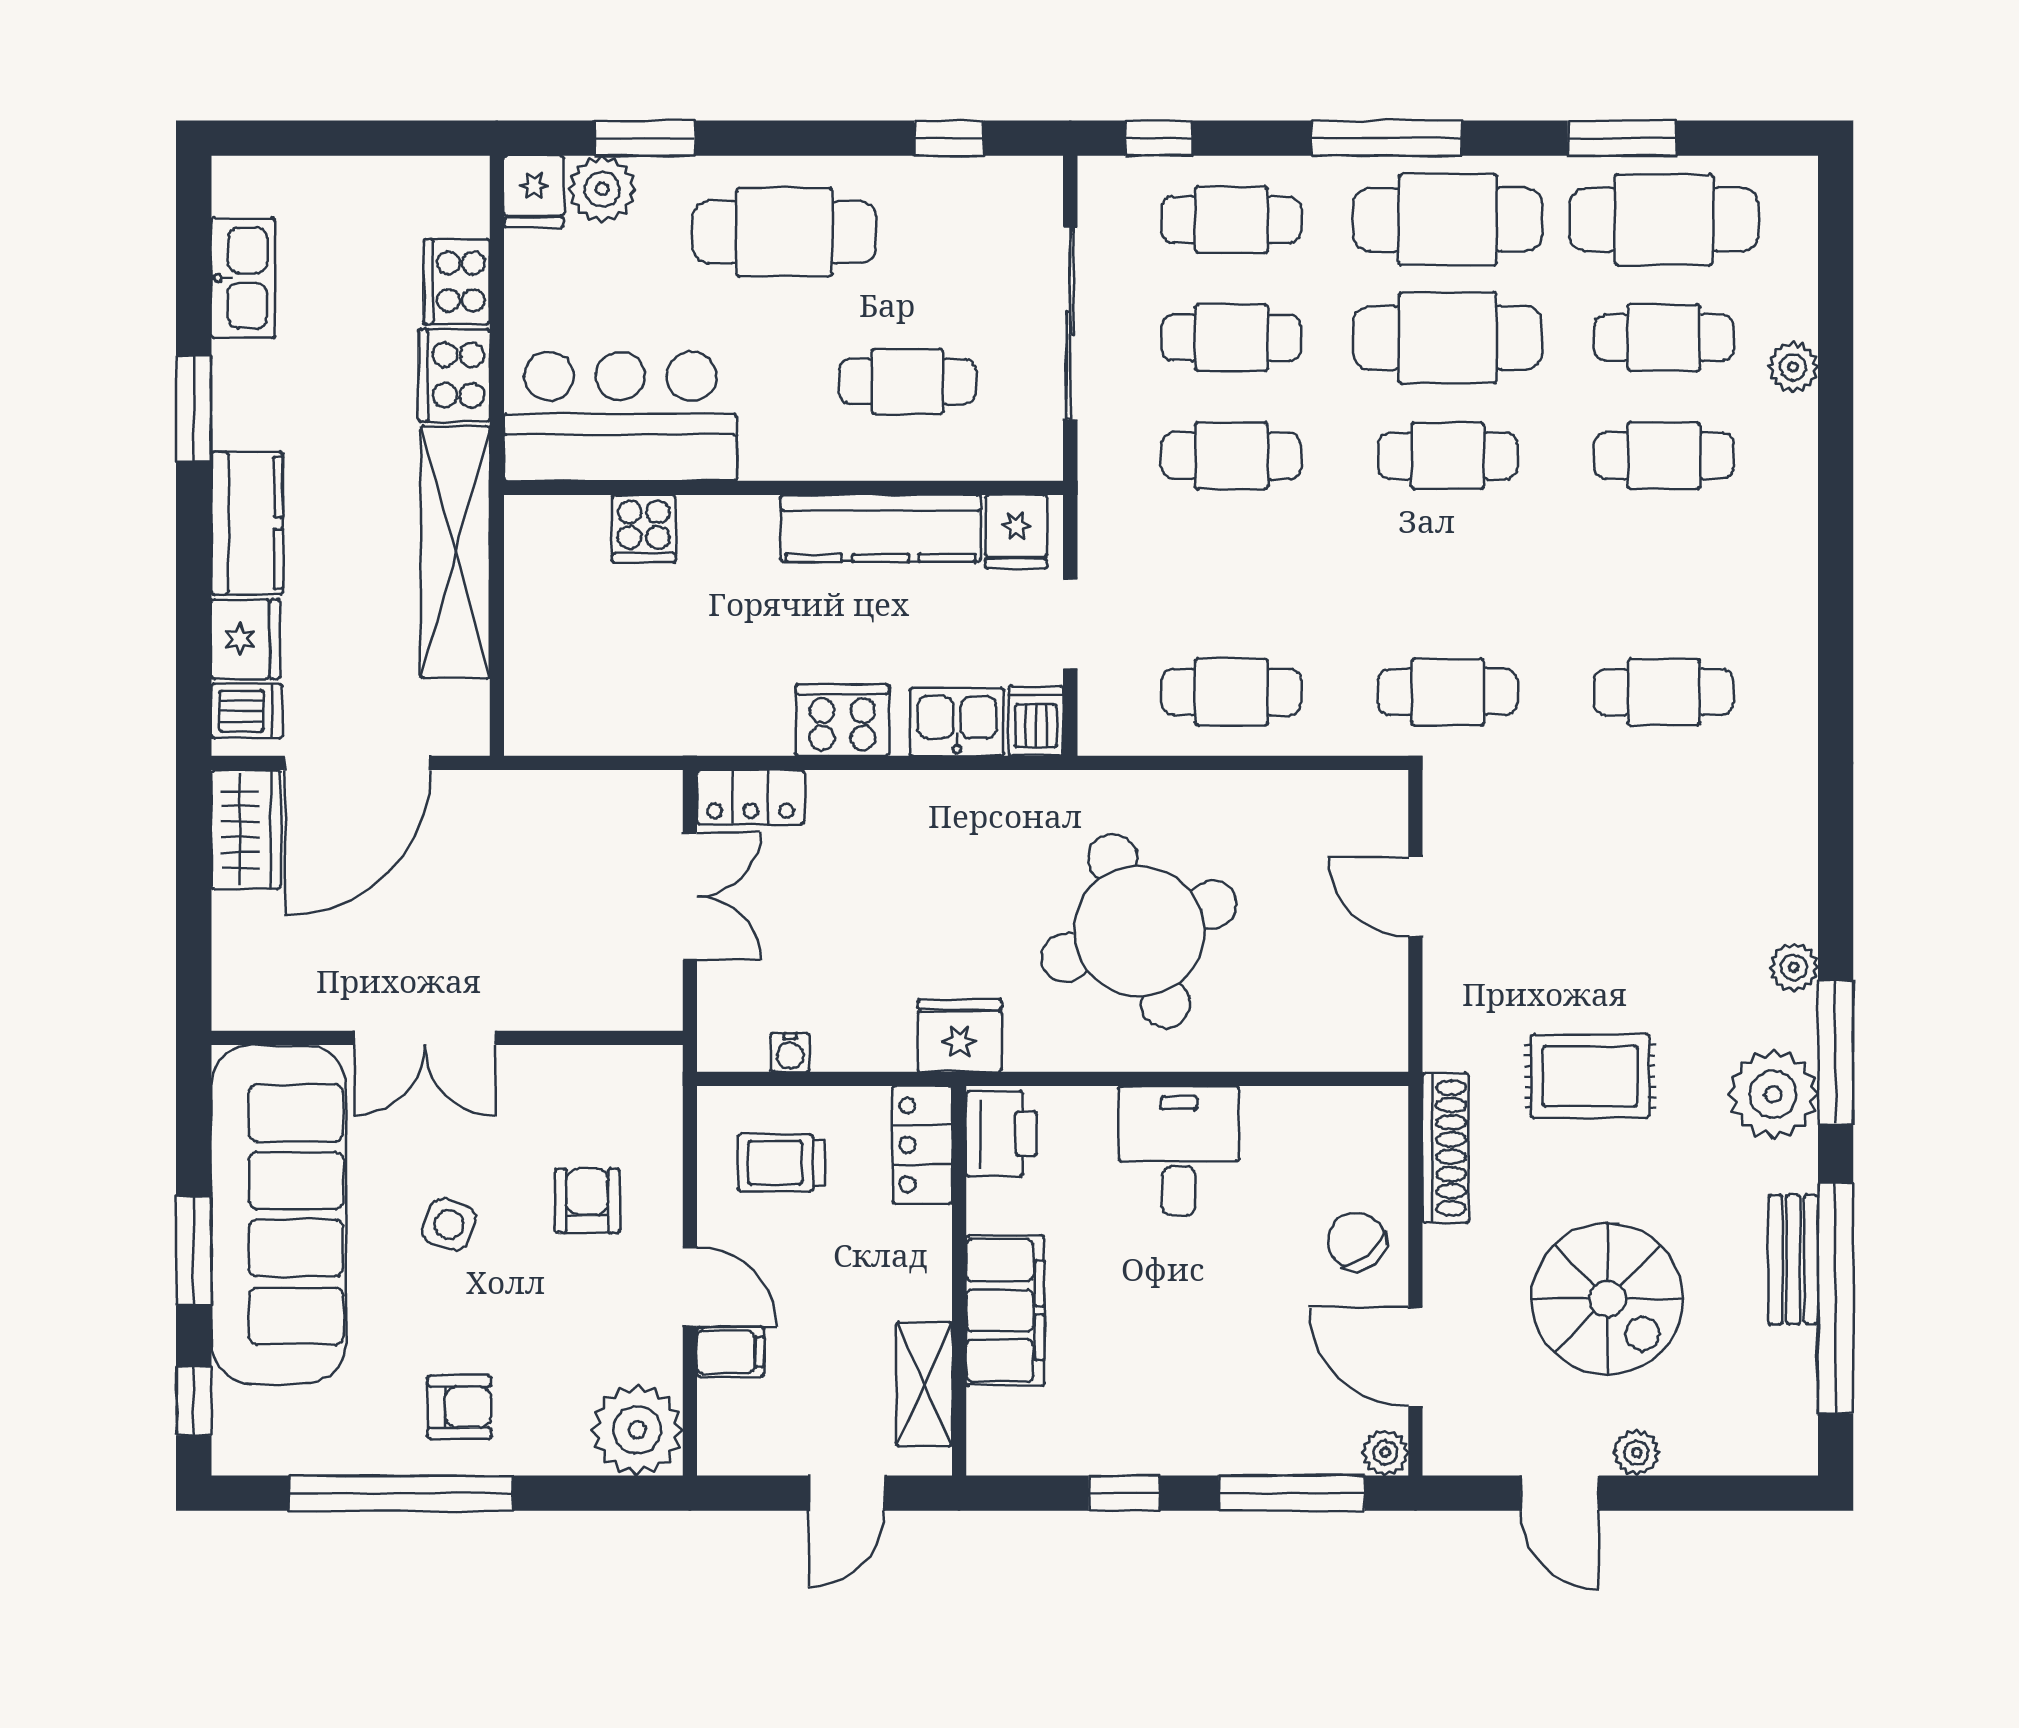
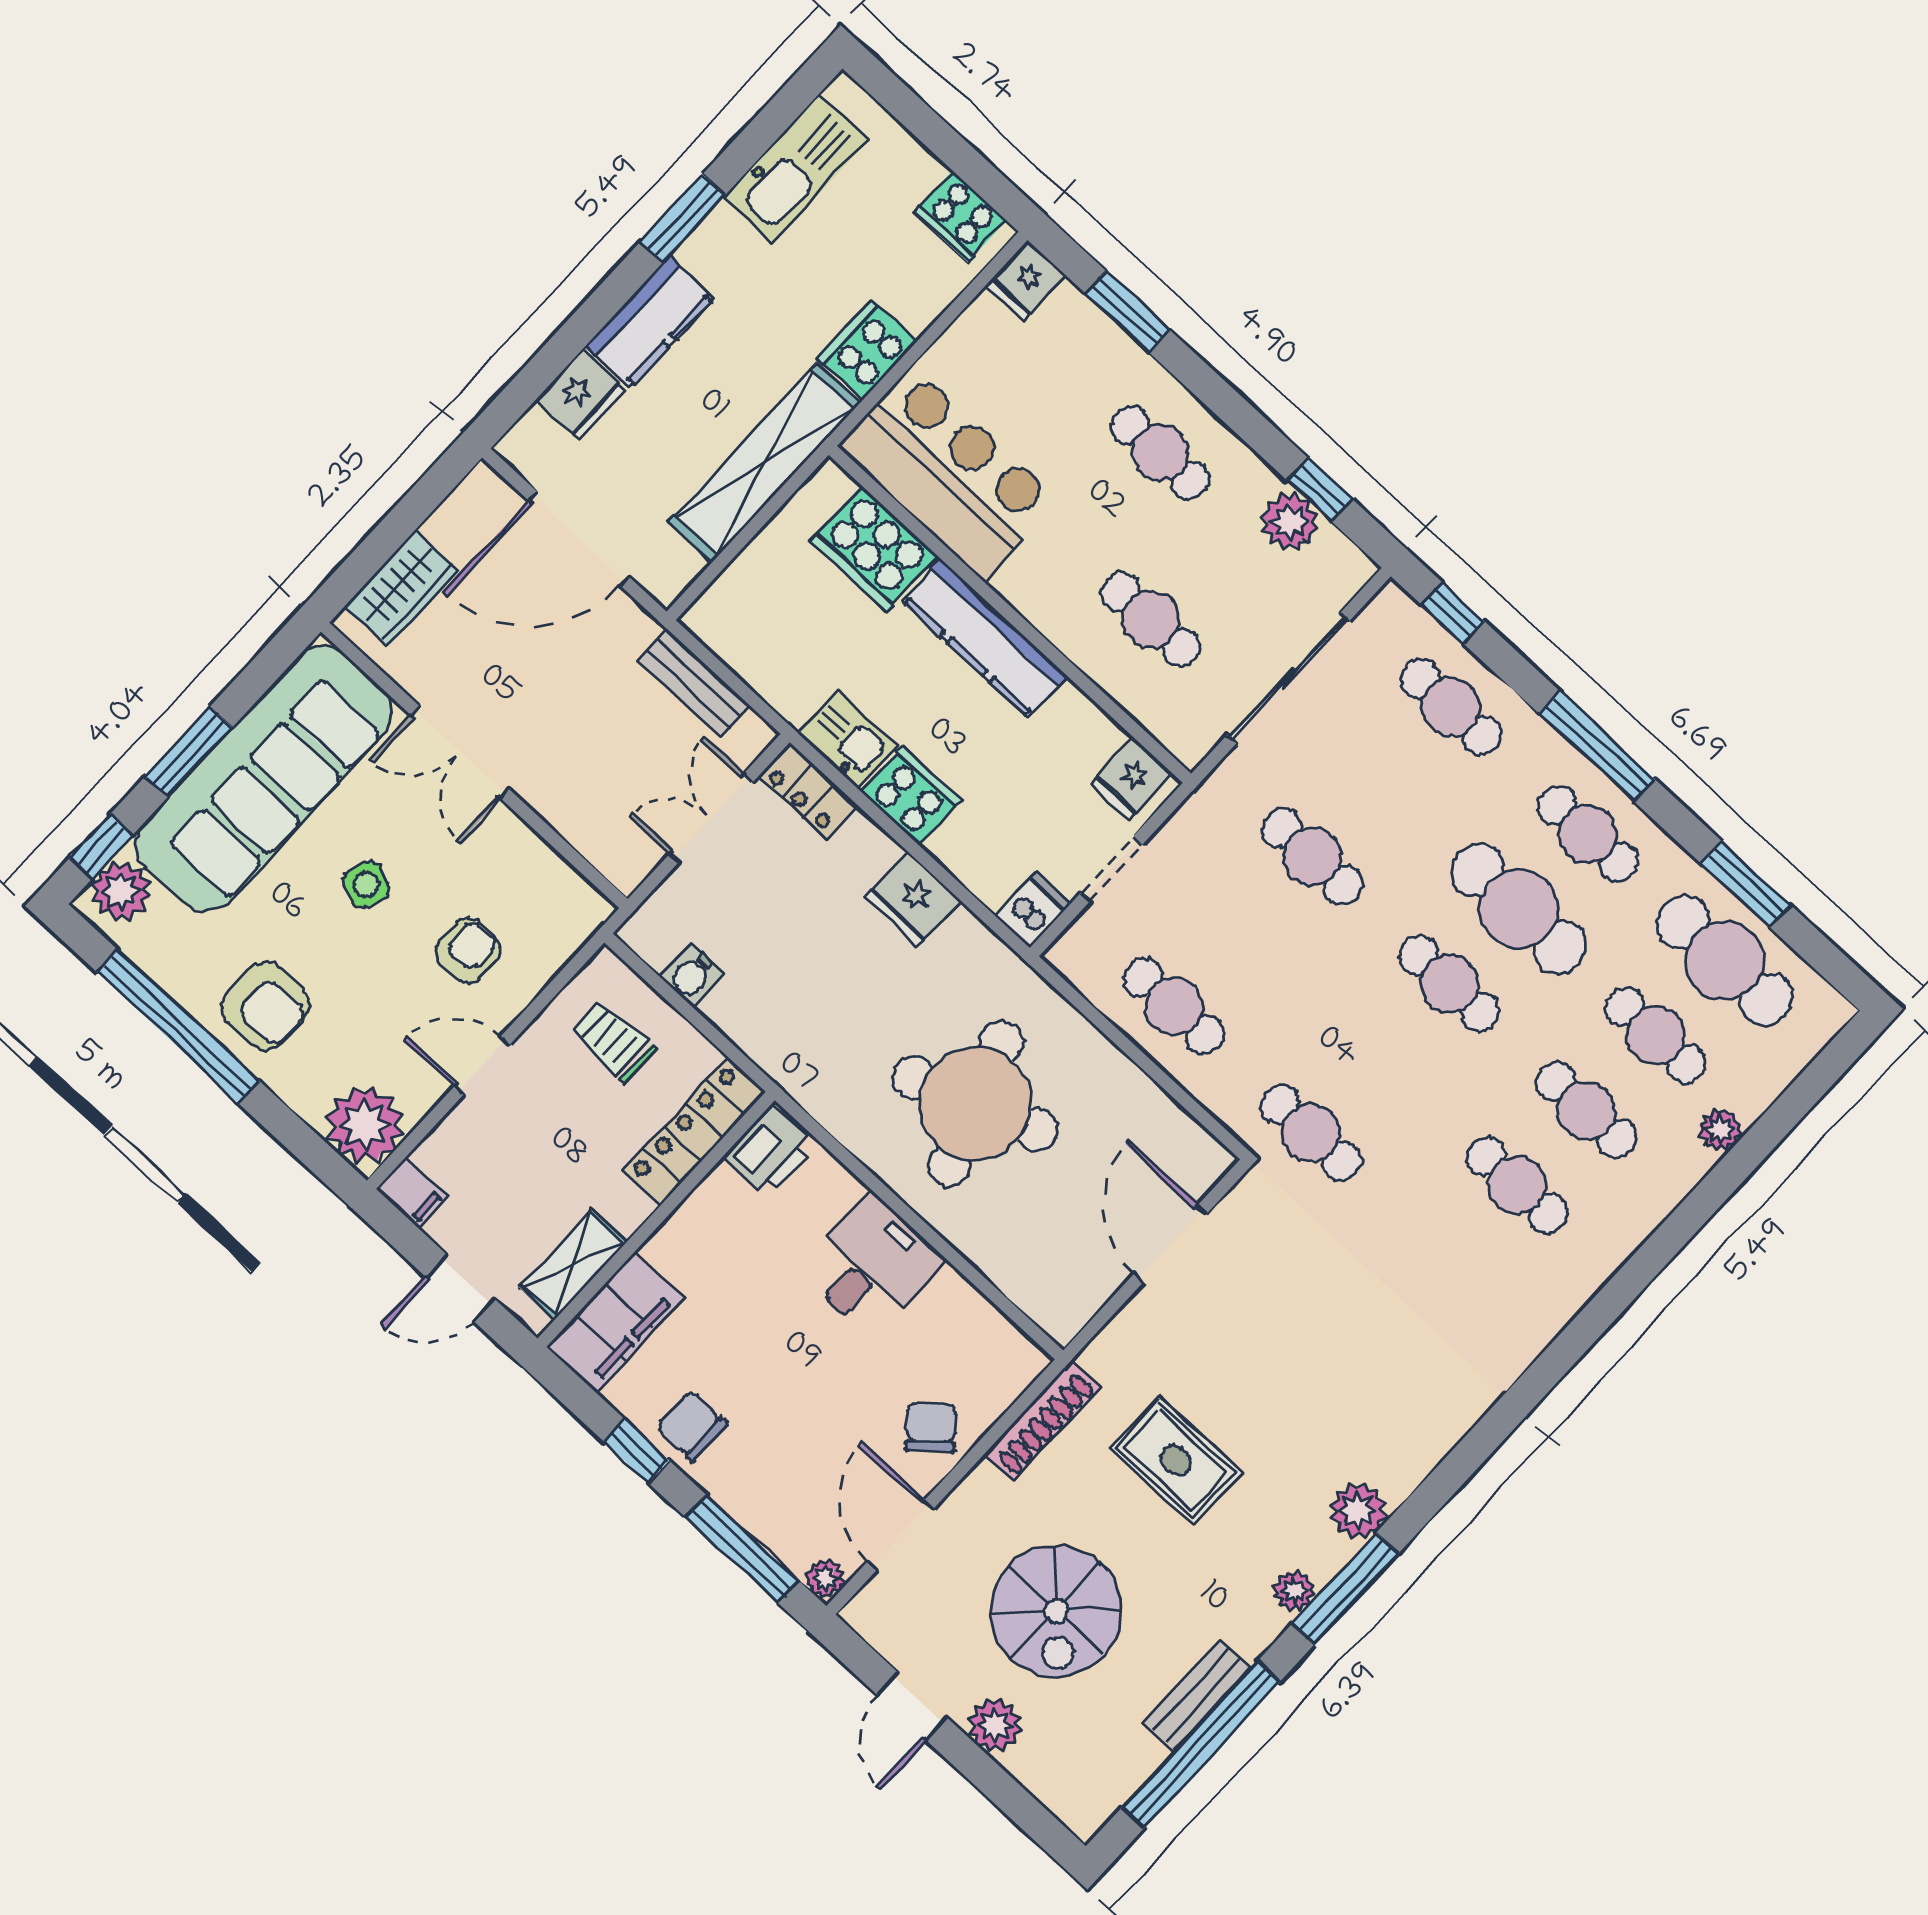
plant: (602, 189) -> (1289, 522), moved
cafe table: (1448, 220) -> (1588, 834), width x0.73, depth x0.74
cafe table: (784, 232) -> (1160, 453), width x0.73, depth x0.74
kitchen sink: (243, 278) -> (796, 169), width x1.36, depth x1.24
cooker: (457, 282) -> (960, 216), moved, turned -90
cafe table: (1231, 338) -> (1382, 782), removed
kitchen counter: (881, 528) -> (984, 638), moved
cooker: (644, 529) -> (874, 548), width x1.87, depth x1.31
cafe table: (1664, 692) -> (1517, 1185), moved
dishwasher: (247, 711) -> (539, 441), removed
kitchen sink: (957, 722) -> (848, 739), moved
bench: (569, 795) -> (694, 683), added
wardrobe: (246, 829) -> (402, 588), moved
double door: (690, 896) -> (711, 818), swing flipped
door: (1415, 897) -> (1170, 1244), width x1.38
plant: (1794, 967) -> (1358, 1511), width x1.38, depth x1.38
fridge: (960, 1036) -> (913, 899), moved, turned 180
water cooler: (790, 1053) -> (692, 975), width x1.38, depth x1.38
plant: (1773, 1094) -> (1294, 1591), width x0.53, depth x0.53
locker: (922, 1145) -> (694, 1131), width x1.53
door: (690, 1287) -> (482, 1065), swing flipped
filing cabinet: (1005, 1310) -> (615, 1322), moved
filing cabinet: (730, 1352) -> (412, 1193), moved
armchair: (459, 1407) -> (266, 1006), width x1.38, depth x1.38
plant: (246, 1423) -> (121, 891), added
chair: (1151, 1428) -> (691, 1426), added
plant: (1637, 1453) -> (995, 1725), width x1.38, depth x1.38

